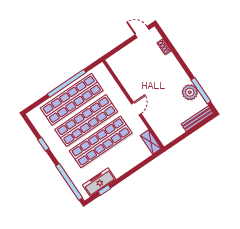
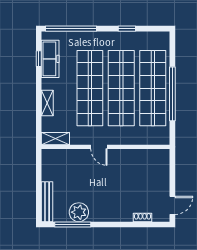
shelving: (130, 164) -> (47, 103), added

